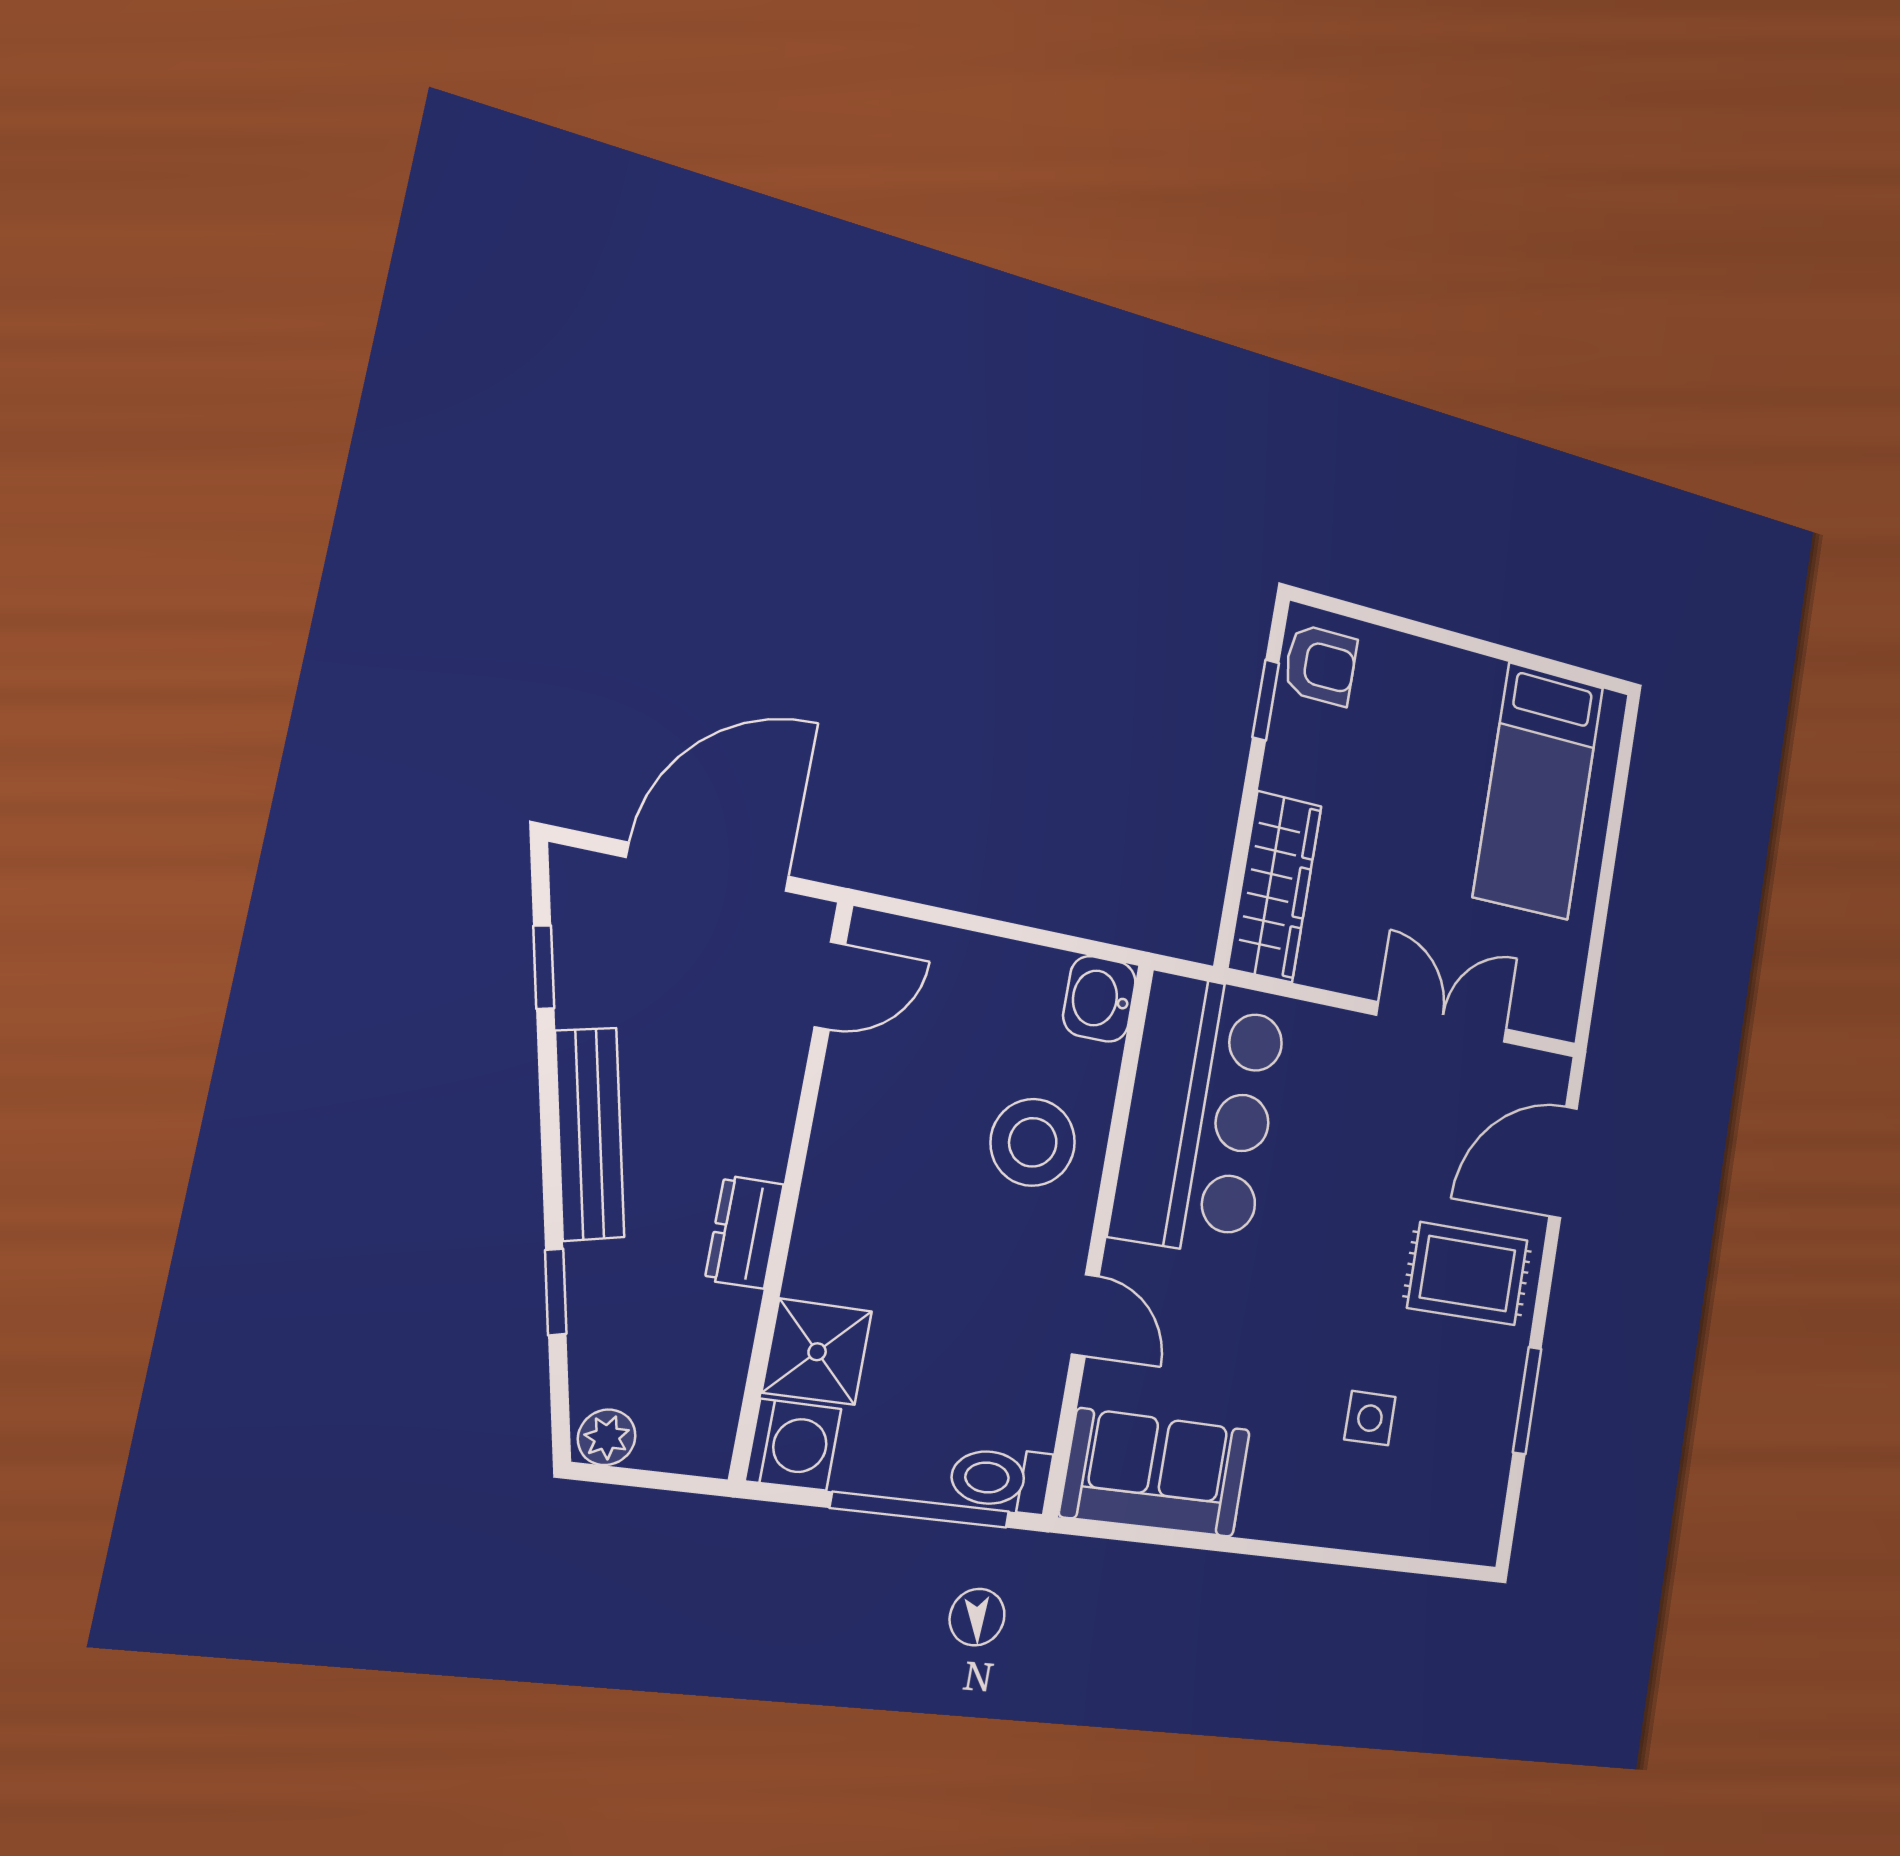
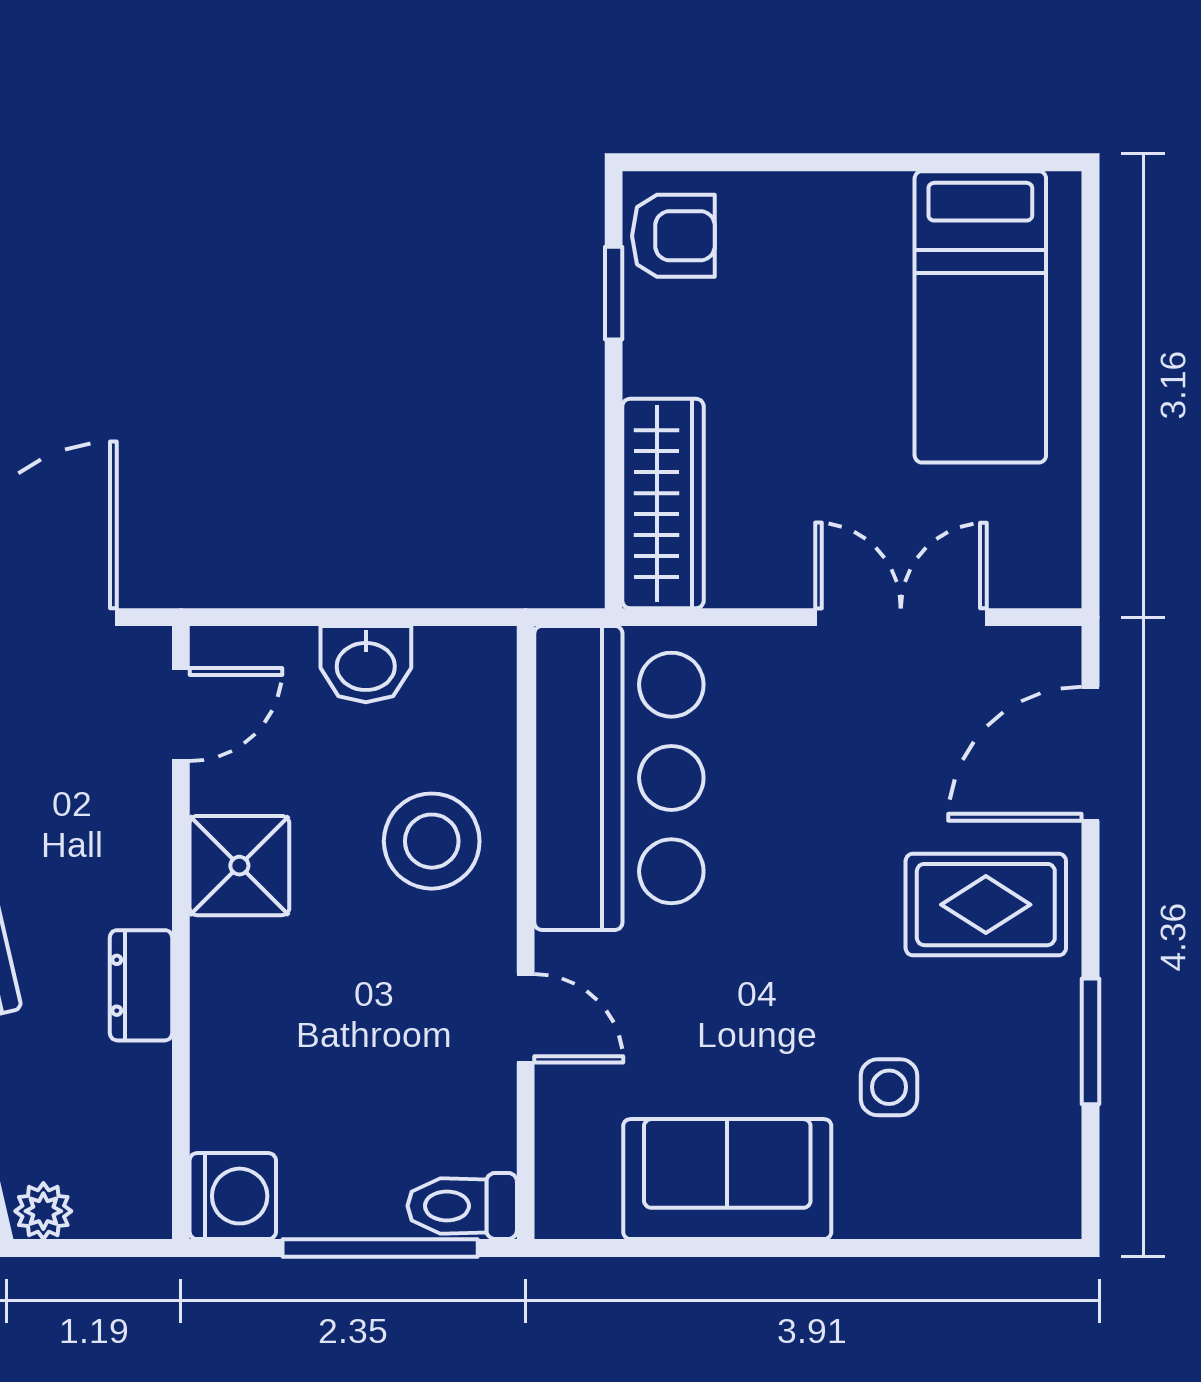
washbasin: (1099, 999) -> (366, 664), moved, turned -90
shower: (817, 1352) -> (239, 866), moved
sofa: (1156, 1473) -> (727, 1179), moved

